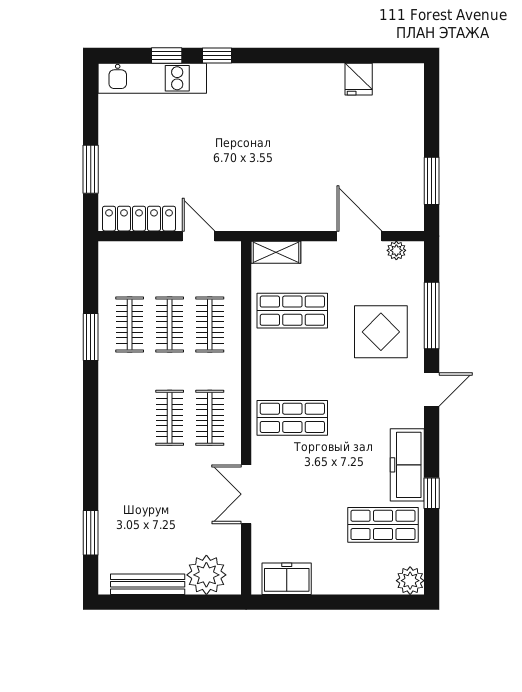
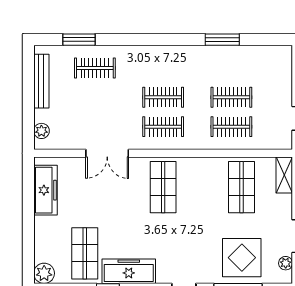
clothes rail: (130, 324) -> (95, 68), moved
display table: (381, 332) -> (242, 258), moved
double door: (246, 494) -> (107, 153), swing flipped
plant: (206, 575) -> (41, 131), width x0.53, depth x0.53
freezer: (287, 579) -> (45, 190), width x1.40

